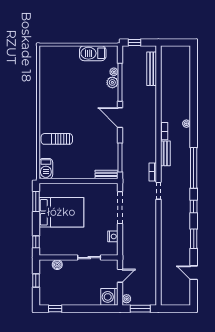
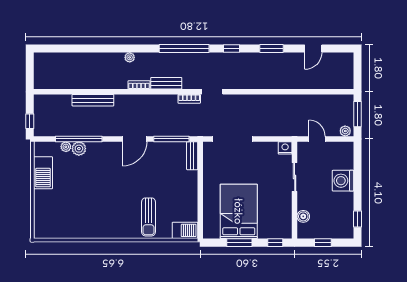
bench: (152, 69) -> (93, 100), moved
door: (120, 118) -> (135, 139), moved
window: (36, 202) -> (239, 243), moved
nightstand: (113, 236) -> (285, 148), moved
washing machine: (109, 297) -> (343, 181), moved, turned 90

